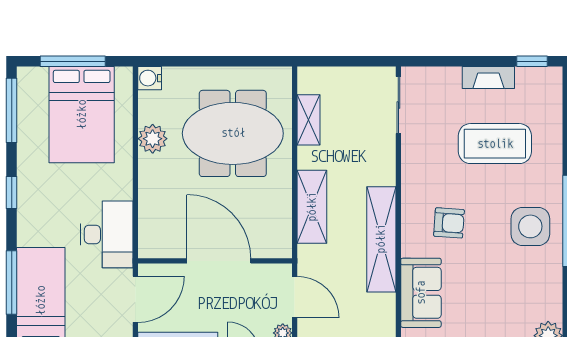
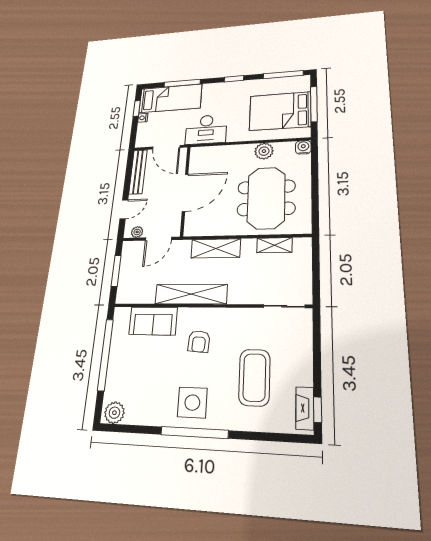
fireplace: (488, 77) -> (305, 408), moved

